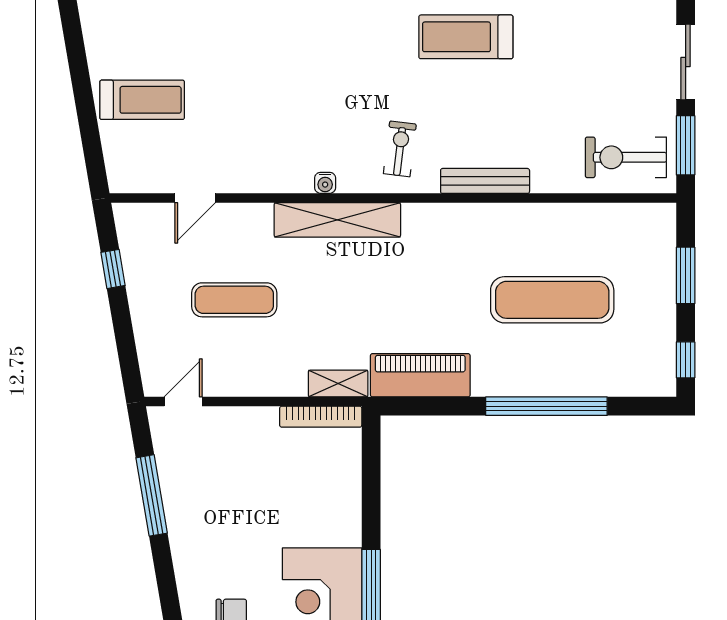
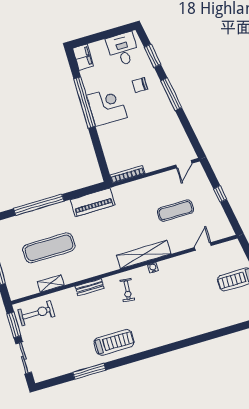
bench: (485, 181) -> (90, 287), width x0.73
window: (113, 269) -> (220, 194), moved
shelving: (338, 384) -> (51, 284), moved
window: (152, 495) -> (171, 94), moved

